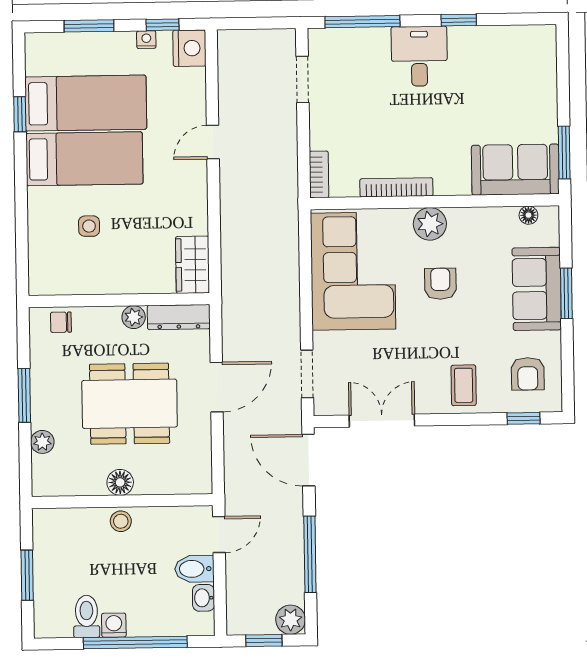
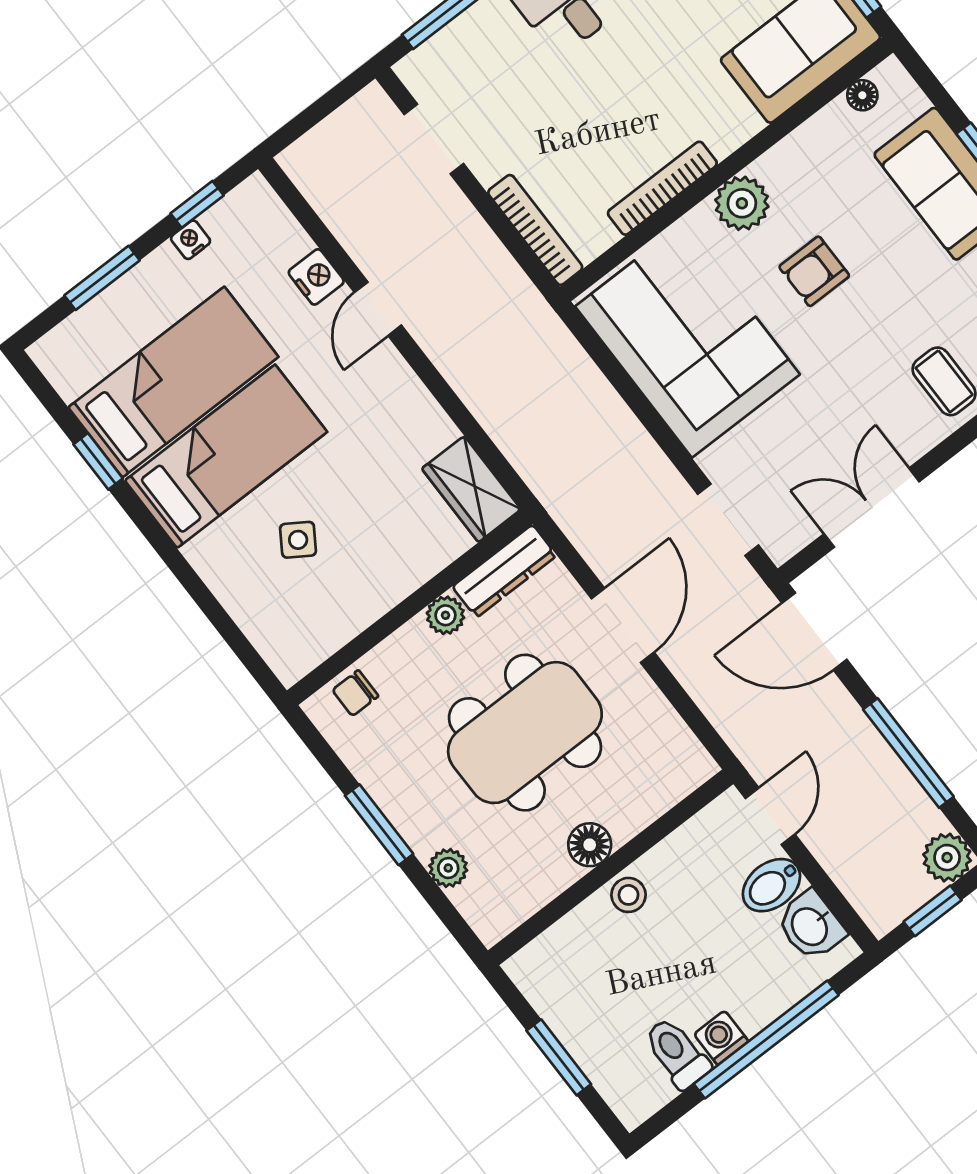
nightstand: (189, 48) -> (316, 277), moved, width x0.74, depth x0.75
bookcase: (319, 174) -> (535, 230), width x1.56
side table: (89, 226) -> (298, 540), turned 33
armchair: (440, 284) -> (814, 271), turned -90
washbasin: (203, 598) -> (811, 926), width x1.38, depth x1.45

